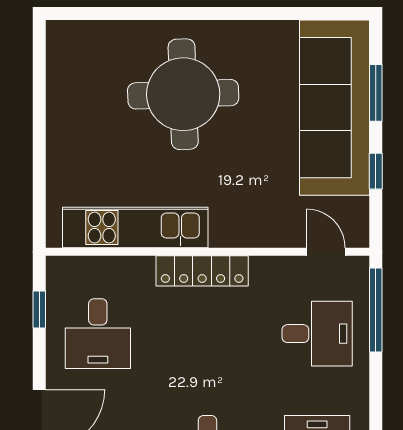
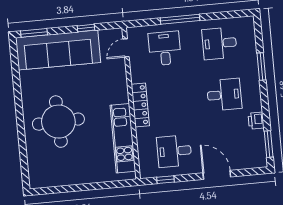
window: (376, 93) -> (34, 33), moved
window: (376, 310) -> (180, 19), moved
desk: (98, 334) -> (174, 151), turned 180

